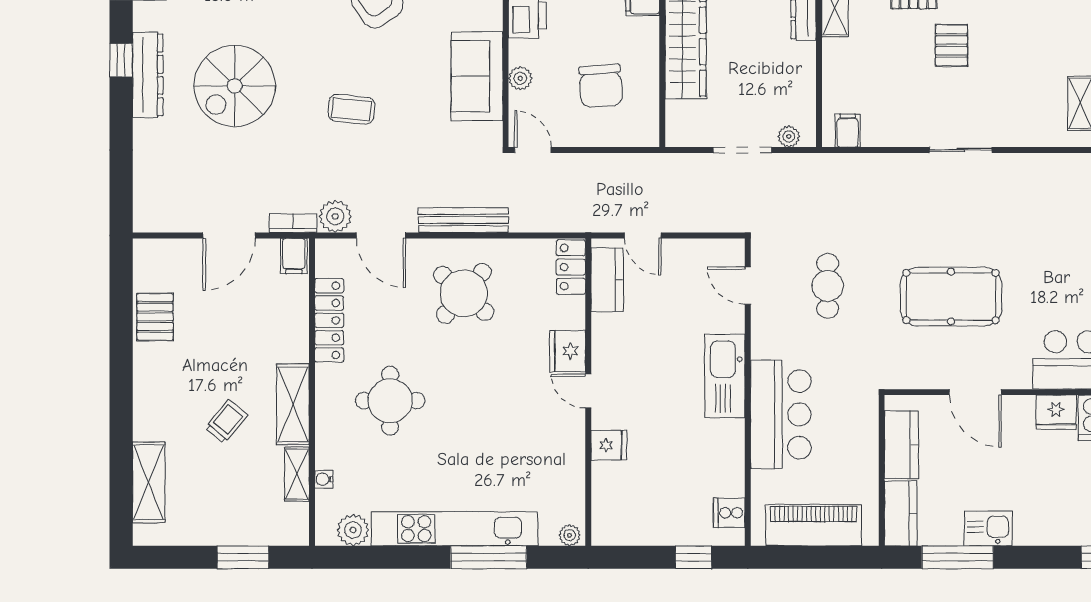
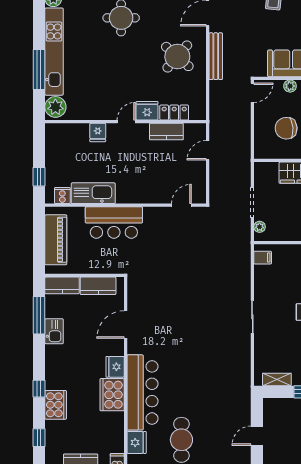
locker: (571, 267) -> (174, 113), moved
kitchen counter: (607, 280) -> (166, 132), moved
cafe table: (828, 286) -> (181, 247), removed
pool table: (951, 297) -> (176, 312), removed
kitchen sink: (725, 376) -> (93, 193), moved
plant: (570, 535) -> (55, 107), width x1.88, depth x1.88

